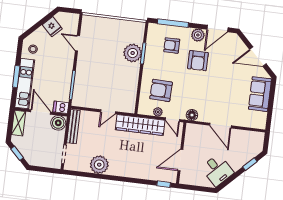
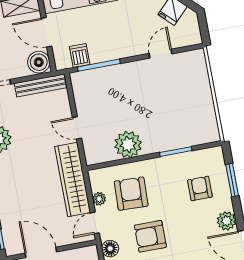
window: (173, 23) -> (232, 180), width x0.69
plant: (133, 53) -> (128, 144), moved
armchair: (198, 61) -> (150, 236), moved
dishwasher: (61, 107) -> (80, 56), moved
door: (41, 112) -> (46, 32), swing flipped

